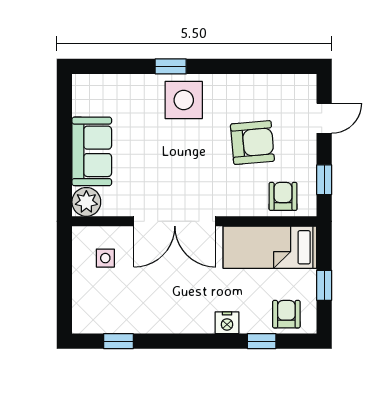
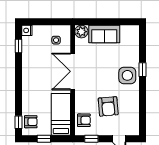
nightstand: (227, 323) -> (27, 30), moved
window: (262, 341) -> (19, 122), moved

